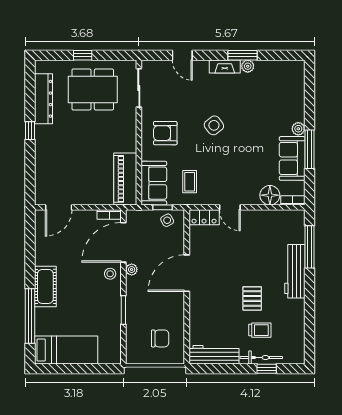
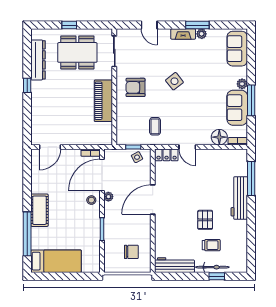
piano: (125, 179) -> (103, 101), moved
sofa: (154, 183) -> (237, 49), moved, turned 180

